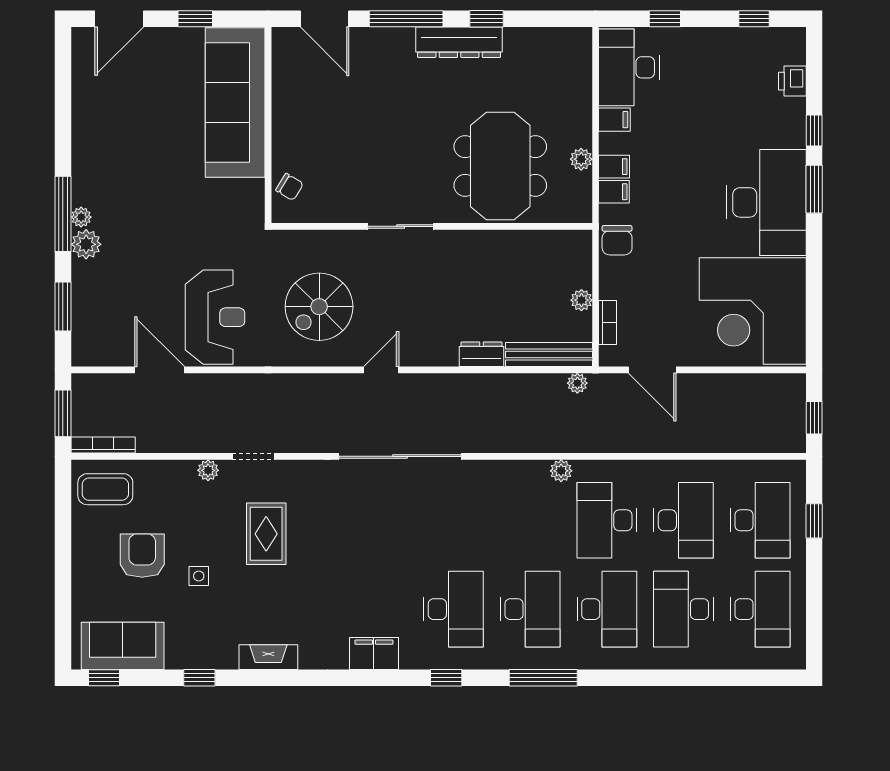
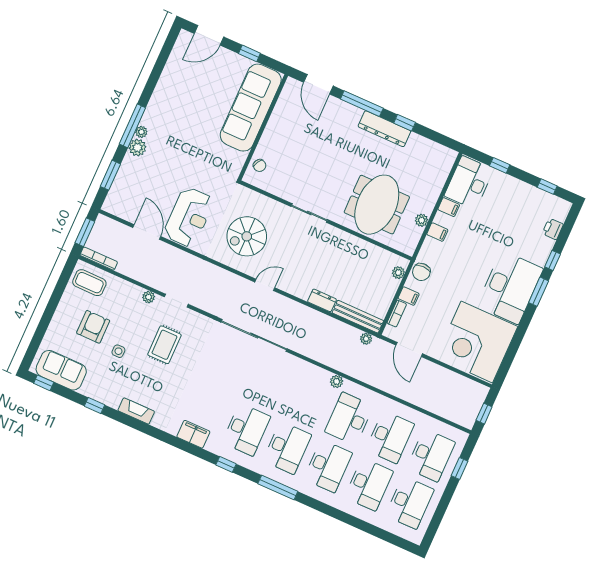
filing cabinet: (614, 192) -> (409, 296), moved
plant: (581, 300) -> (398, 273), moved
desk: (683, 609) -> (369, 484), turned 180

